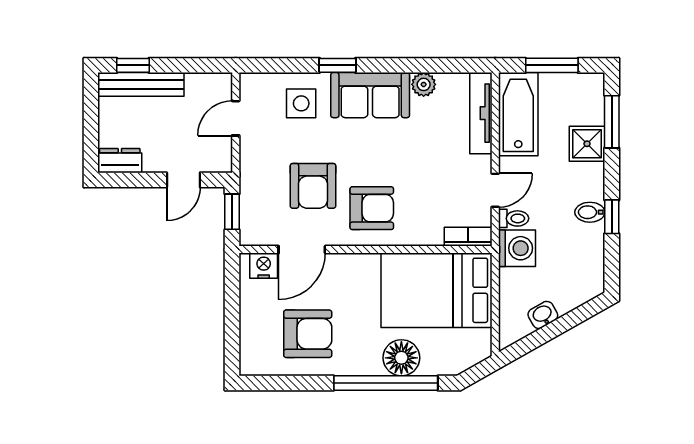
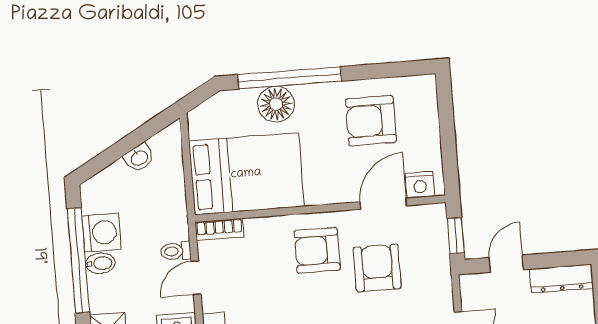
dresser: (120, 161) -> (562, 279), width x1.44
window: (612, 217) -> (78, 260), width x3.17
washing machine: (517, 248) -> (101, 233), moved, turned 180

